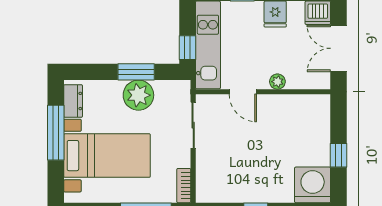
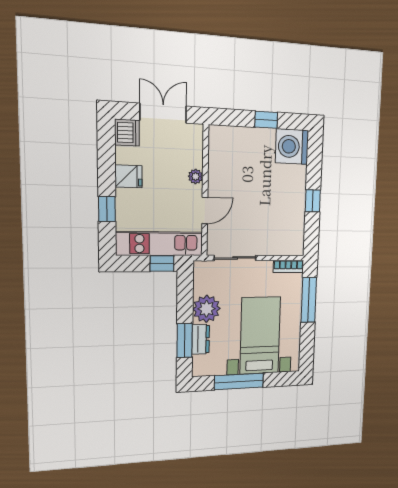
double door: (339, 48) -> (163, 113), swing flipped
window: (136, 72) -> (185, 341), moved
dresser: (73, 101) -> (201, 339), moved, turned 90

